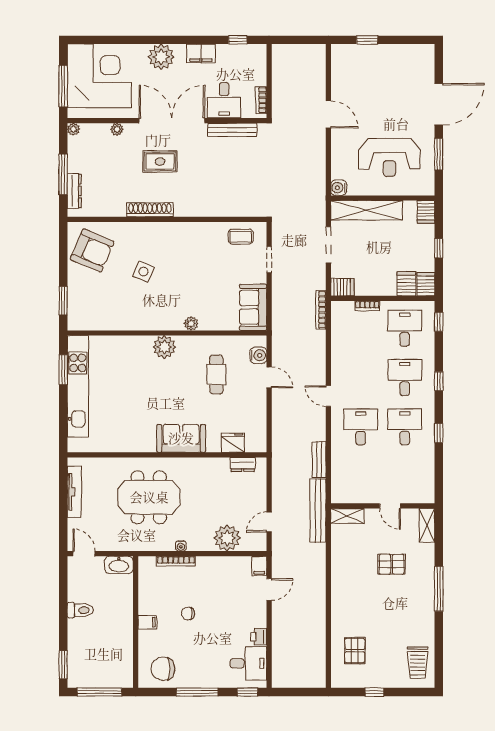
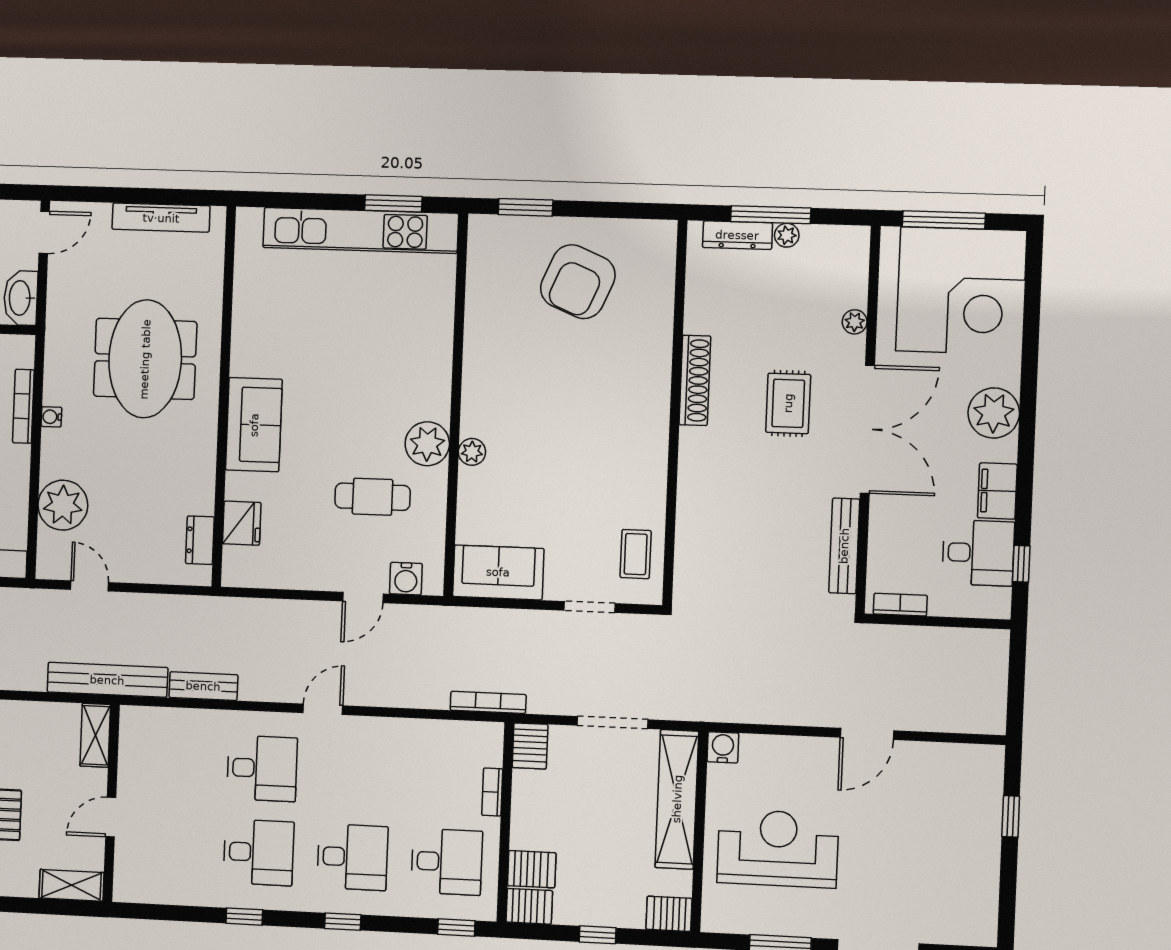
desk: (224, 100) -> (978, 553), moved, turned 180
plant: (74, 129) -> (787, 235), moved
reception desk: (389, 157) -> (778, 848), turned 90
armchair: (92, 250) -> (578, 282), moved
side table: (143, 272) -> (576, 364), removed
plant: (164, 347) -> (427, 444), moved

